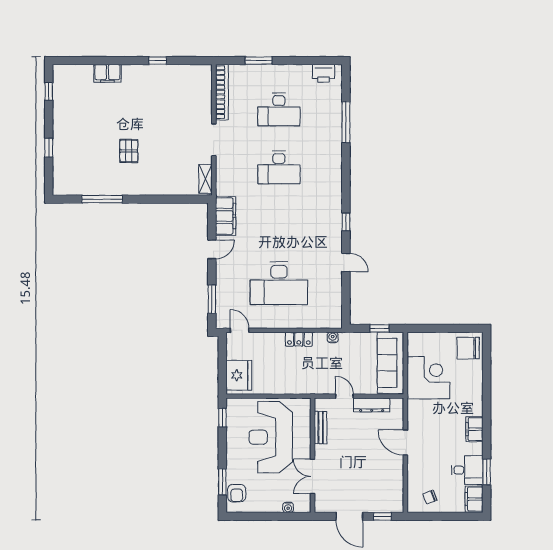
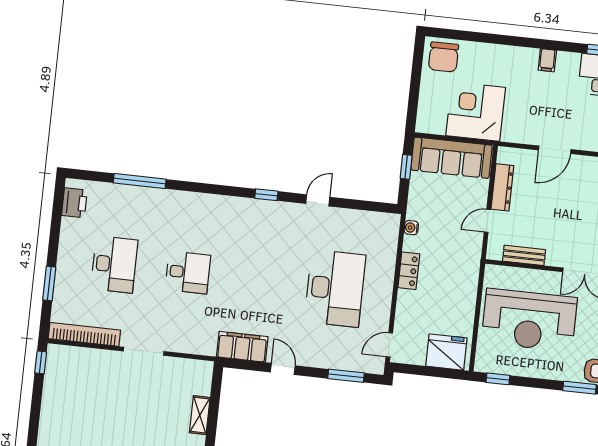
window: (158, 61) -> (41, 362), moved
desk: (279, 167) -> (188, 272), width x0.73
shelving: (205, 179) -> (200, 415), moved, turned 90
filing cabinet: (474, 429) -> (547, 60), width x0.50

